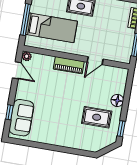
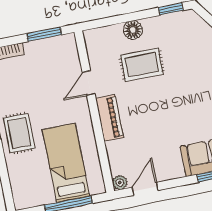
door: (95, 61) -> (89, 83), swing flipped
rug: (97, 117) -> (142, 65), moved, turned 90

